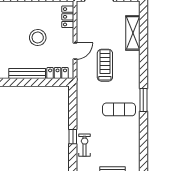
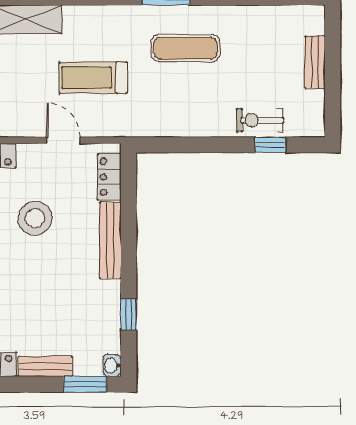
exercise mat: (119, 109) -> (185, 48), turned 90
window: (73, 137) -> (270, 145), moved

